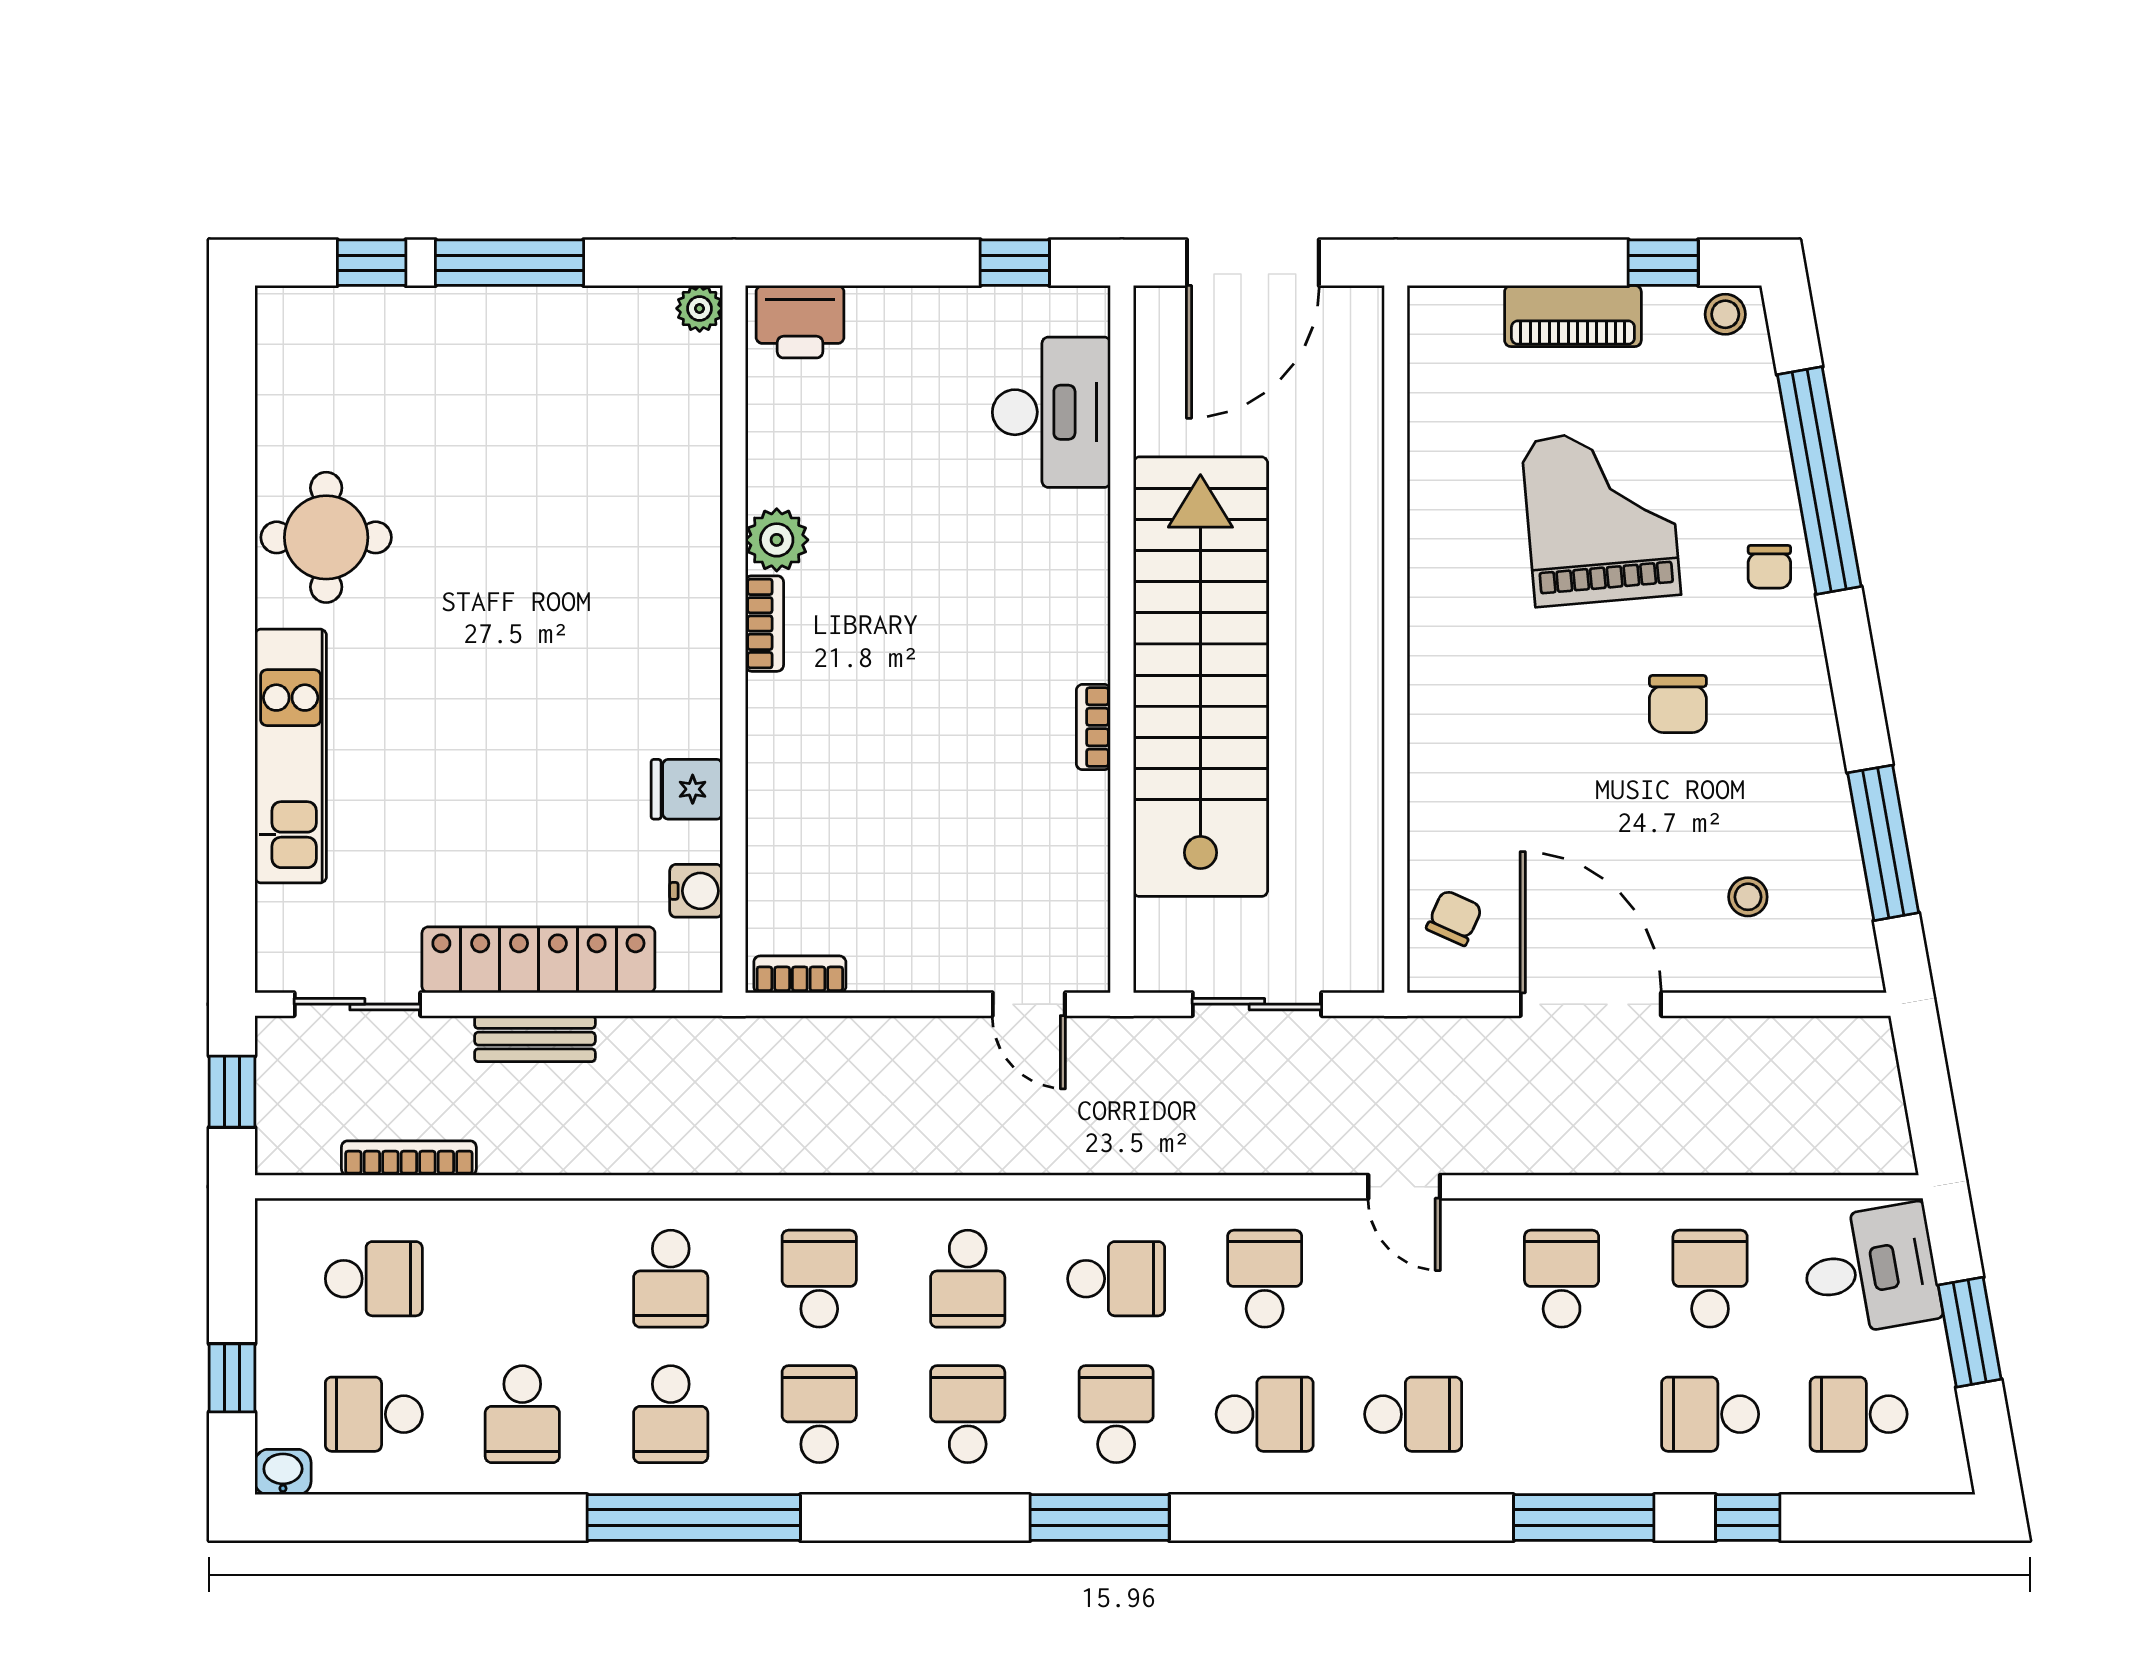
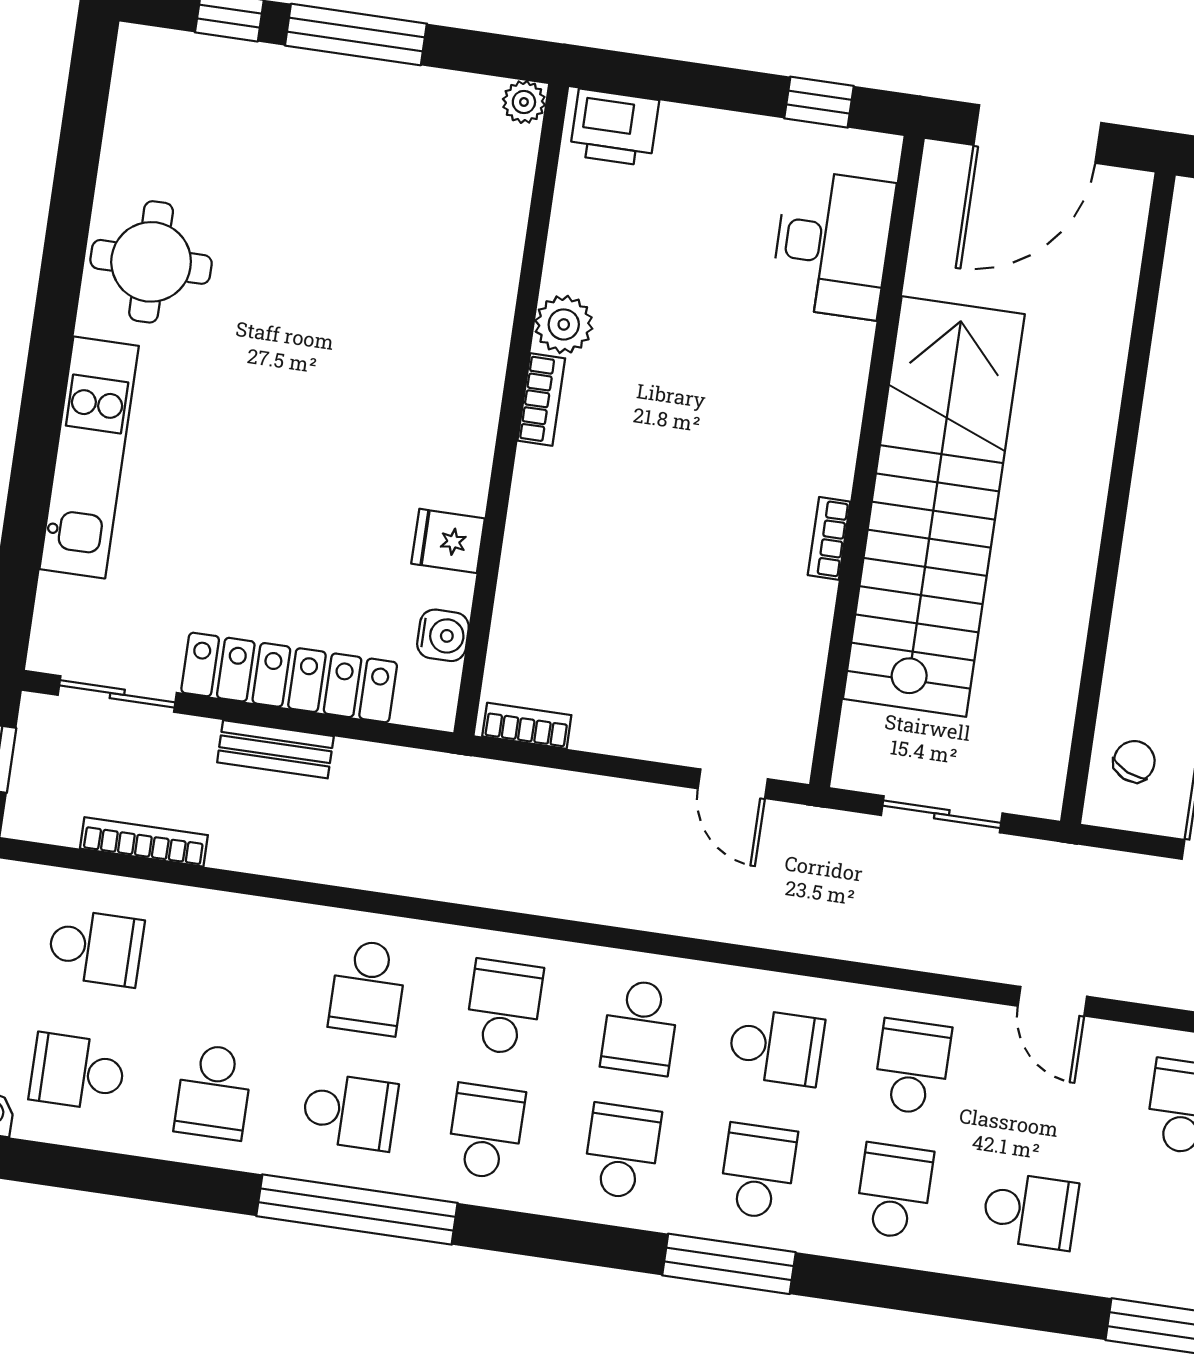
school desk: (671, 1414) -> (350, 1112), turned -90
school desk: (1265, 1414) -> (894, 1191), turned -90

